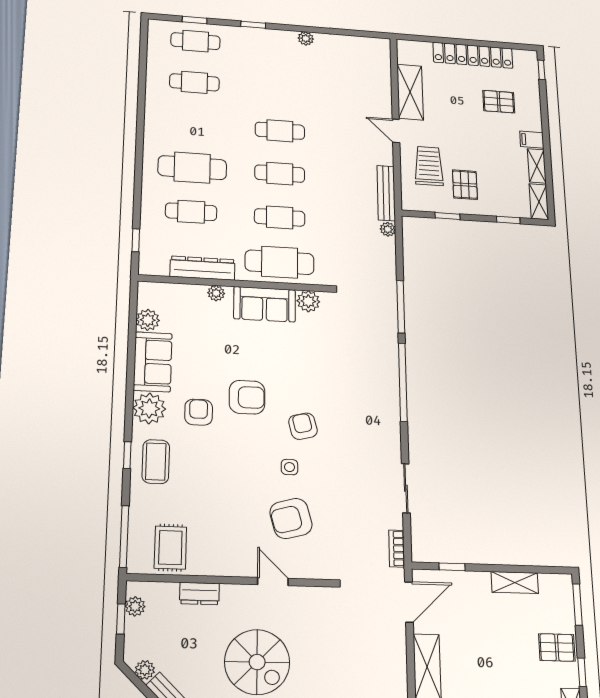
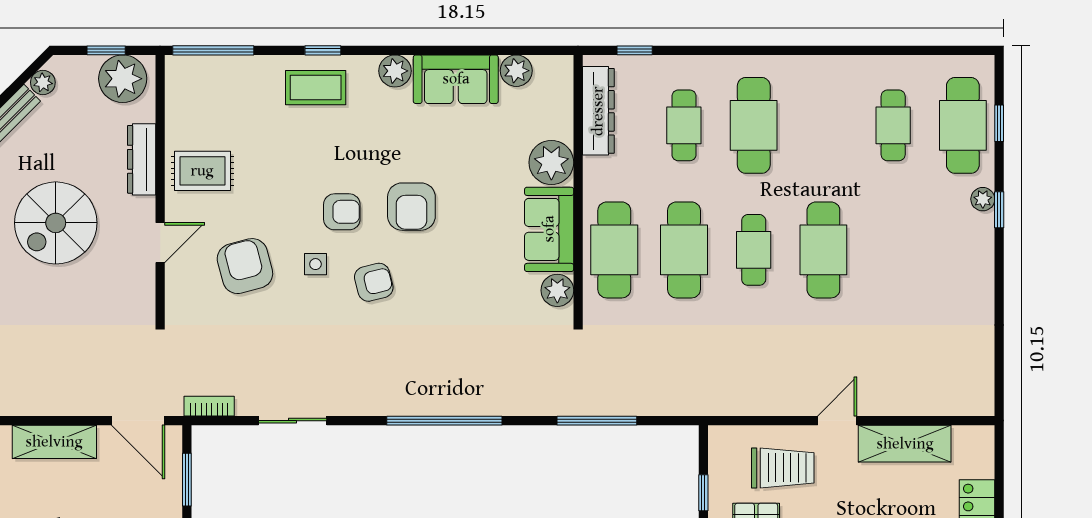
plant: (306, 38) -> (983, 199), moved
cafe table: (195, 41) -> (963, 125), width x1.37, depth x1.35
cafe table: (280, 131) -> (823, 250), width x1.37, depth x1.35
bench: (386, 193) -> (734, 404), removed
cafe table: (280, 217) -> (684, 250), width x1.37, depth x1.35
plant: (388, 229) -> (676, 405), removed
dresser: (203, 268) -> (598, 111), moved
plant: (216, 293) -> (551, 162), width x1.88, depth x1.88
window: (401, 307) -> (597, 421), moved
plant: (149, 408) -> (395, 71), width x0.73, depth x0.73
armchair: (199, 412) -> (342, 212), moved
rug: (170, 548) -> (202, 171), moved
window: (452, 567) -> (187, 480), width x1.50
dresser: (199, 594) -> (142, 159), width x1.44
plant: (135, 606) -> (123, 79), width x1.88, depth x1.88

